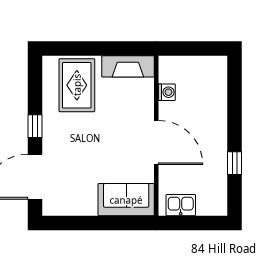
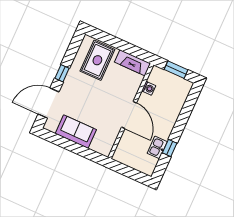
window: (194, 49) -> (176, 70), added
sofa: (126, 200) -> (76, 132), moved
kitchen sink: (181, 205) -> (157, 147), moved, turned -90

